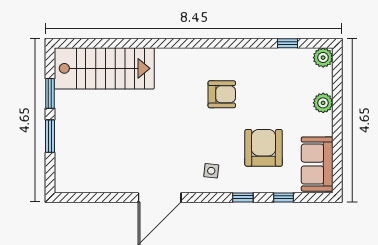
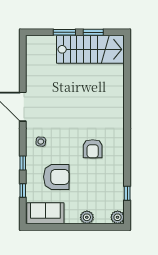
stairs: (104, 68) -> (90, 49), moved, turned -90

